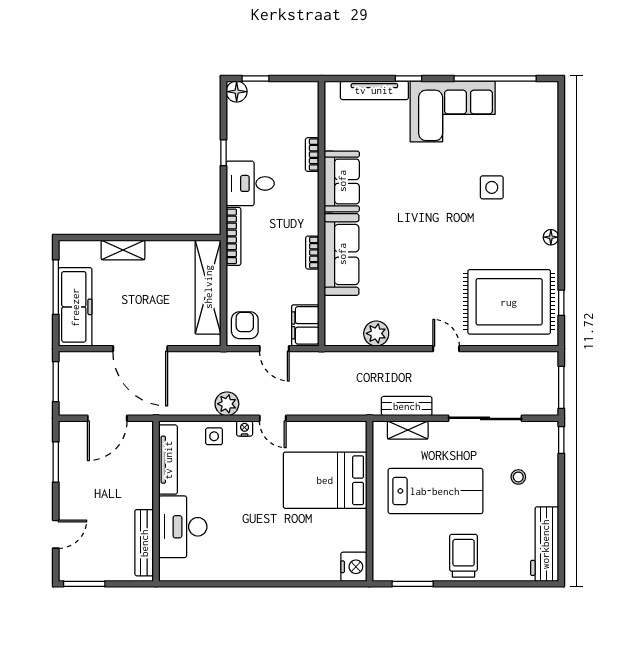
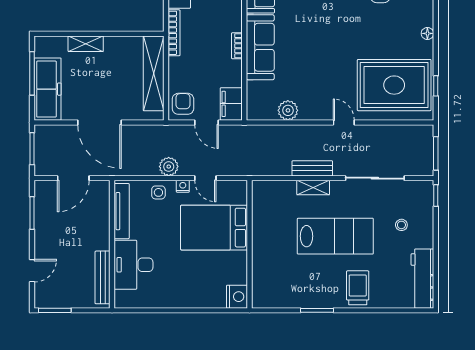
bed: (325, 480) -> (214, 228), moved
wall: (369, 501) -> (249, 244), moved
nightstand: (354, 567) -> (237, 297), moved

